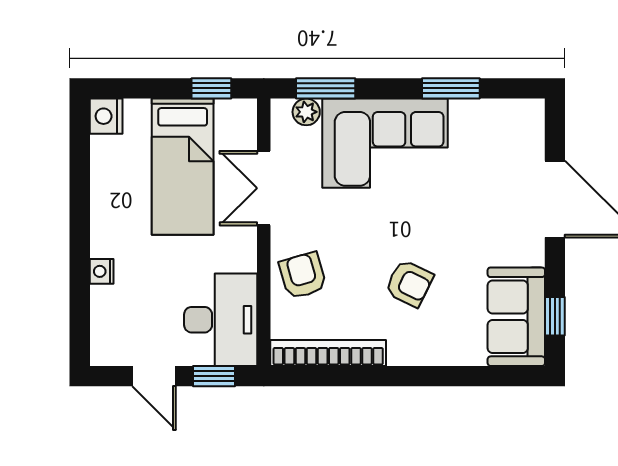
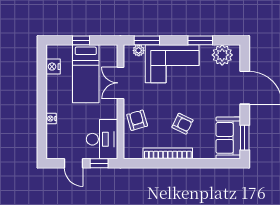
window: (211, 88) -> (81, 40), moved
nightstand: (106, 116) -> (53, 67), moved
plant: (502, 123) -> (222, 55), added
window: (555, 316) -> (245, 138), width x1.50
bookcase: (328, 353) -> (168, 153), moved

